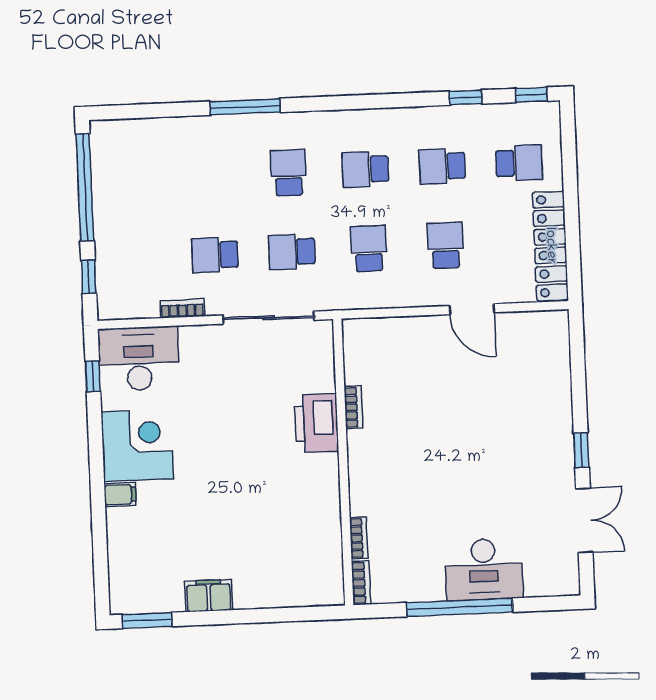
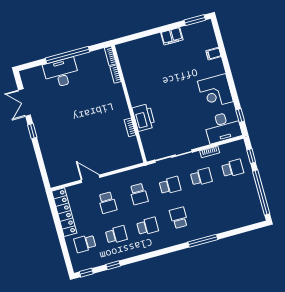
school desk: (289, 173) -> (179, 218), turned 180
school desk: (138, 258) -> (233, 168), added
filing cabinet: (120, 495) -> (213, 54), moved

